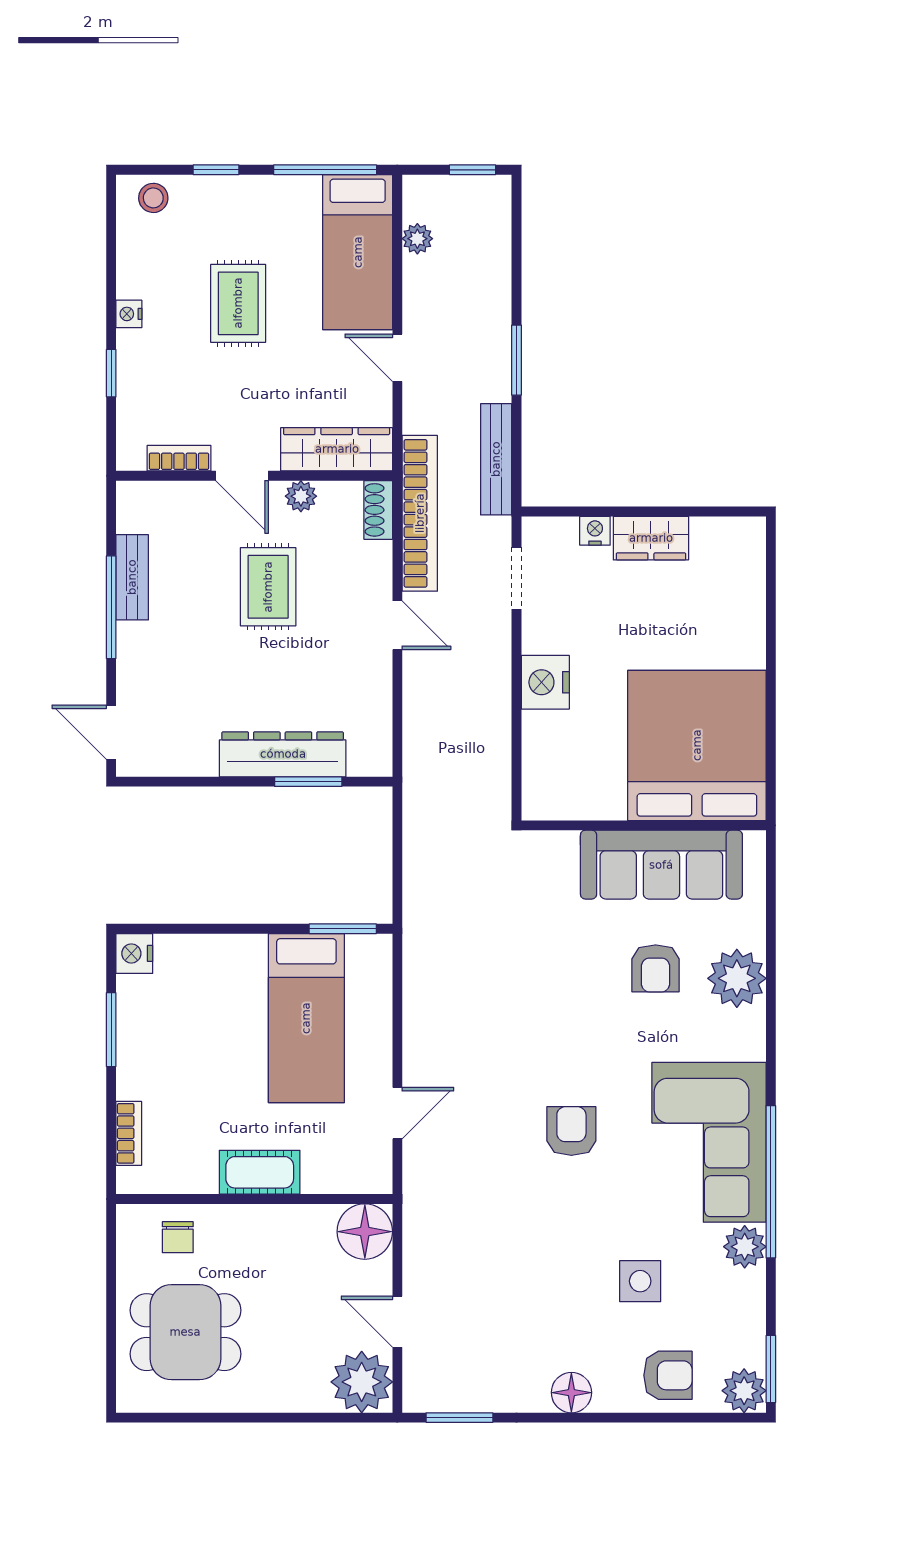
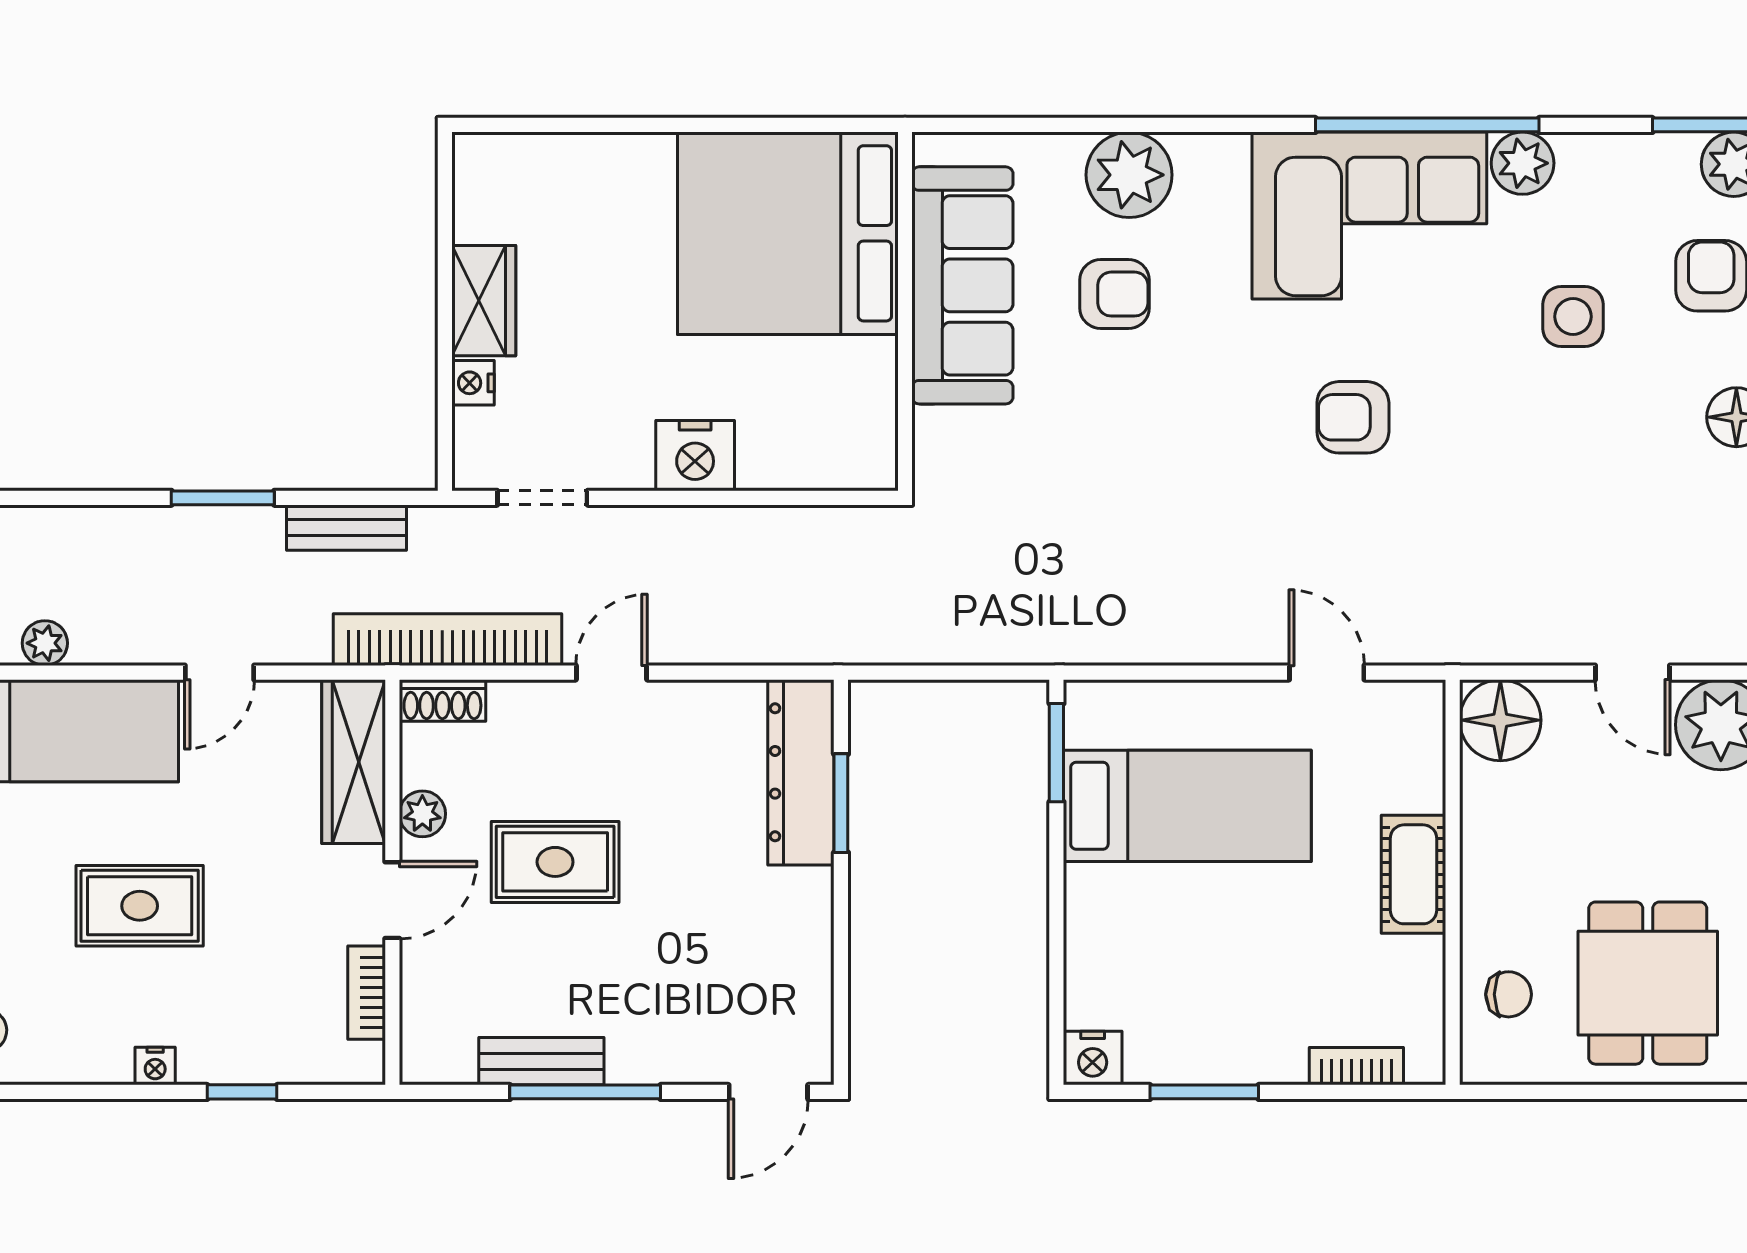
bench: (496, 459) -> (347, 528), width x0.73
dresser: (283, 754) -> (801, 772), moved
door: (397, 1322) -> (1633, 673), hinge flipped

